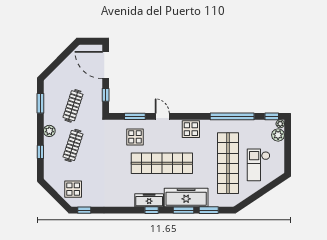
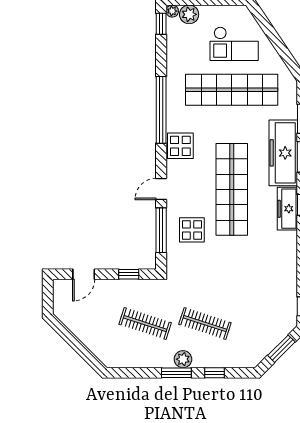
door: (106, 65) -> (84, 274), width x0.53
window: (40, 103) -> (176, 373), moved
window: (135, 116) -> (161, 230), width x1.44
window: (232, 116) -> (161, 110), moved
display table: (73, 189) -> (271, 323), removed
window: (56, 196) -> (281, 349), added

